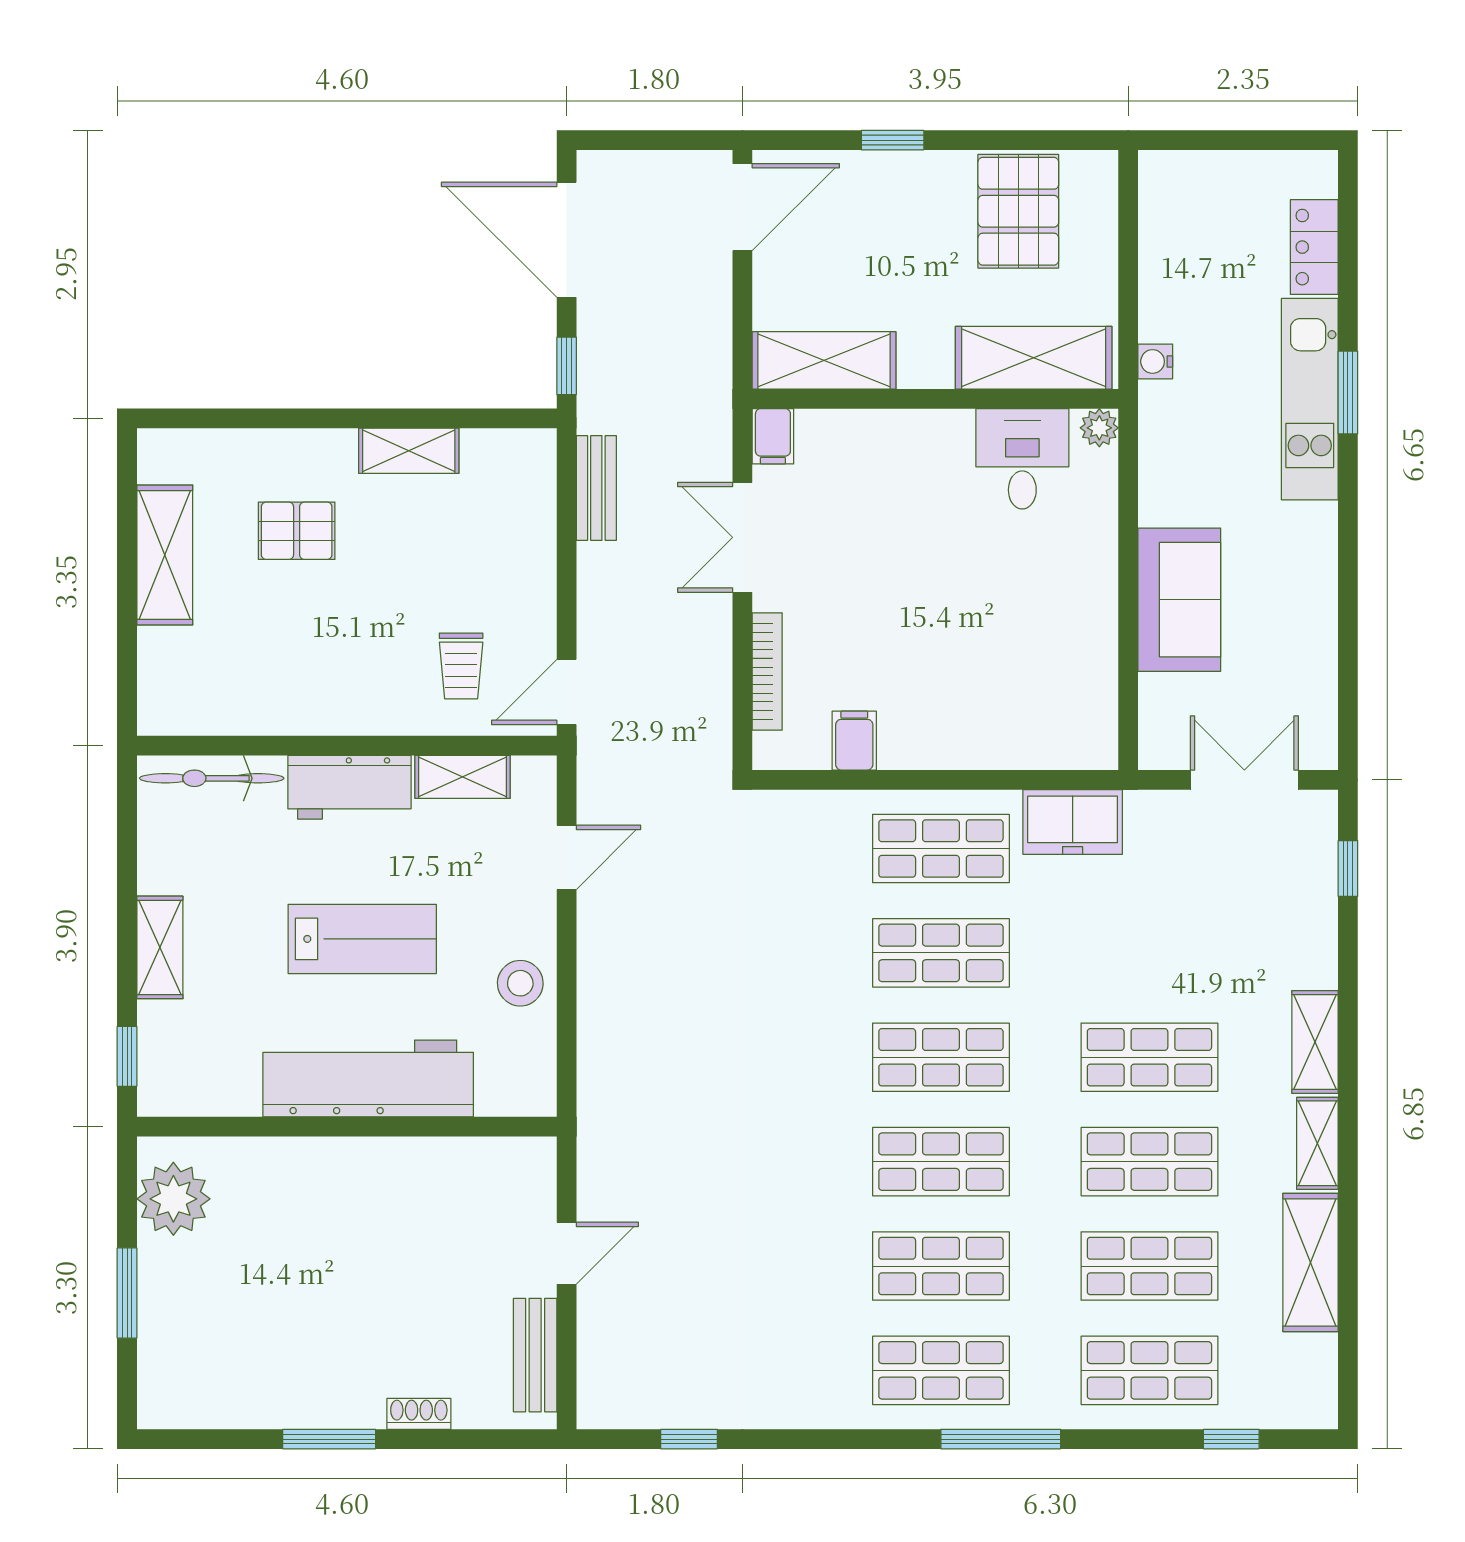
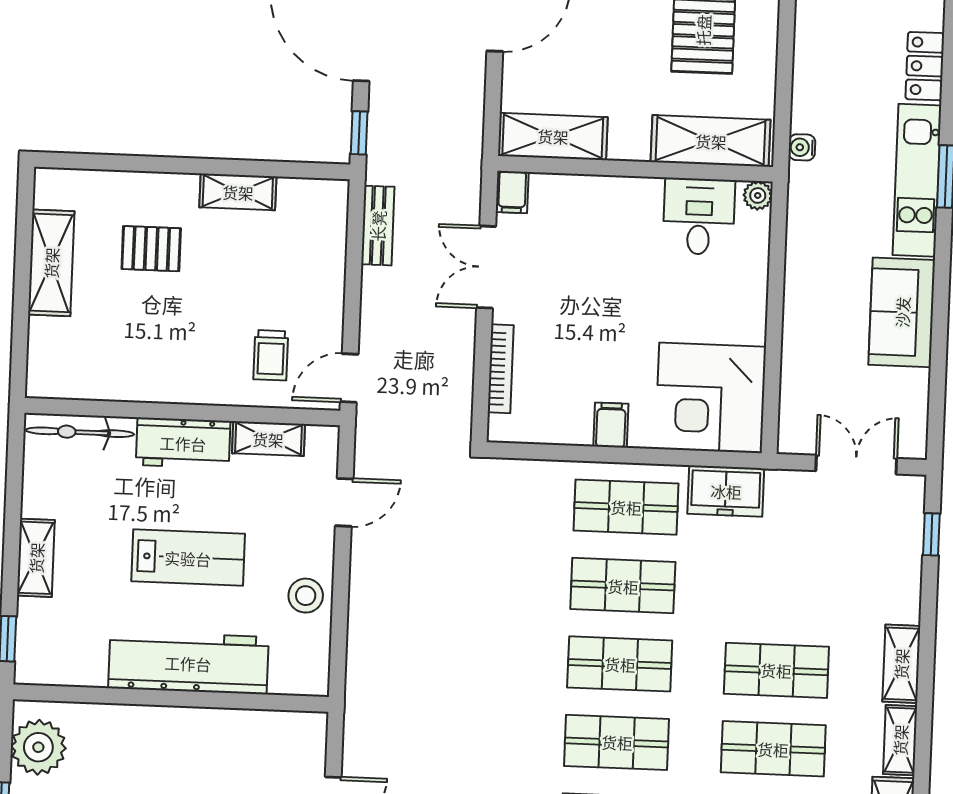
sofa: (1179, 600) -> (902, 312), moved, turned 180
corner desk: (1047, 699) -> (711, 398), added
filing cabinet: (854, 741) -> (611, 425), moved

